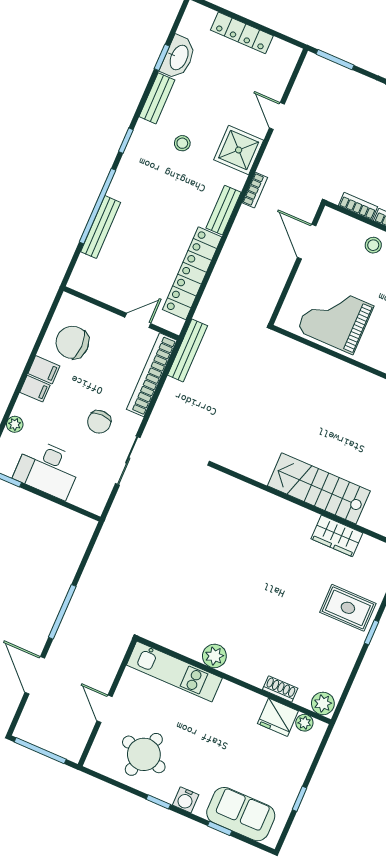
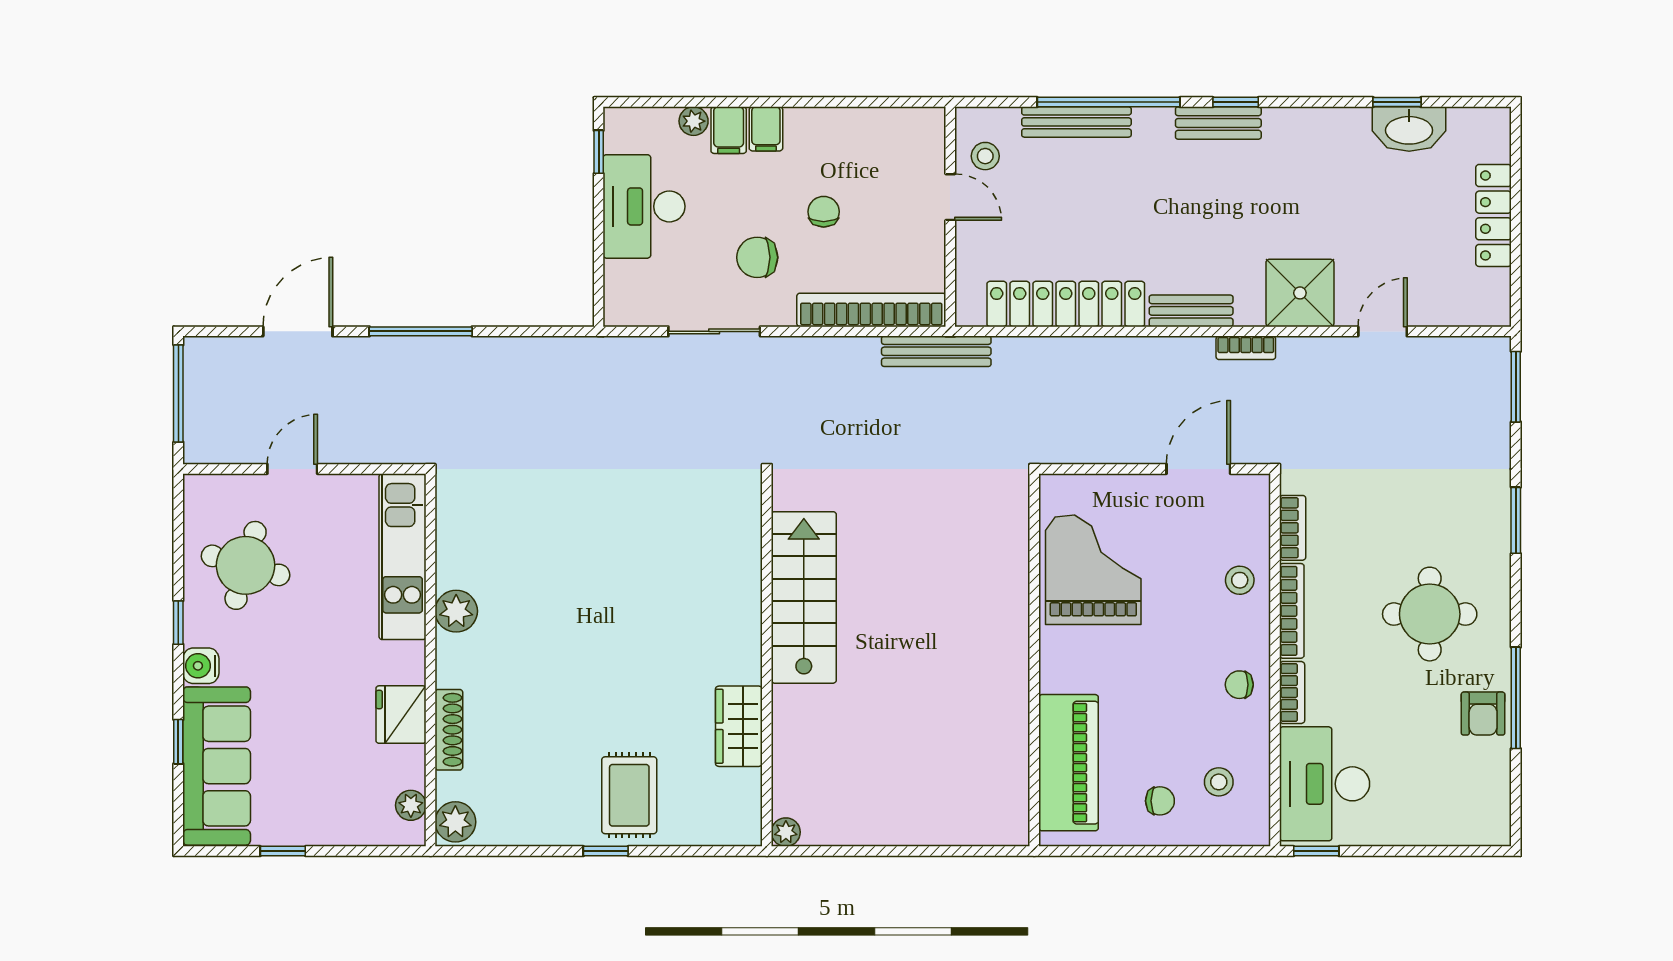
bench: (157, 98) -> (1218, 123), moved
stool: (182, 143) -> (985, 156), moved
door: (138, 320) -> (950, 197), moved
chair: (72, 342) -> (824, 212), moved, width x0.54, depth x0.54
filing cabinet: (44, 370) -> (729, 130), moved
stairs: (319, 488) -> (804, 597), moved
shoe rack: (280, 689) -> (449, 730), width x1.43
fridge: (278, 717) -> (401, 715), moved
sofa: (241, 814) -> (217, 766), width x1.36

